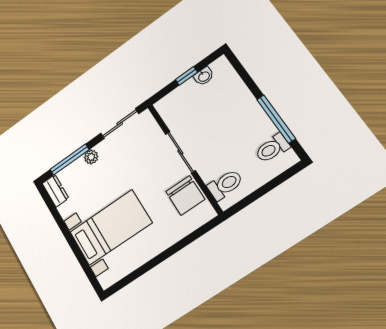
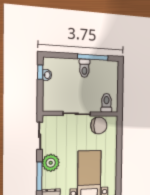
window: (186, 76) -> (40, 72), moved
toilet: (272, 148) -> (84, 68), moved
plant: (91, 157) -> (51, 163), width x1.88, depth x1.88

